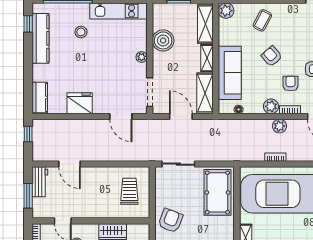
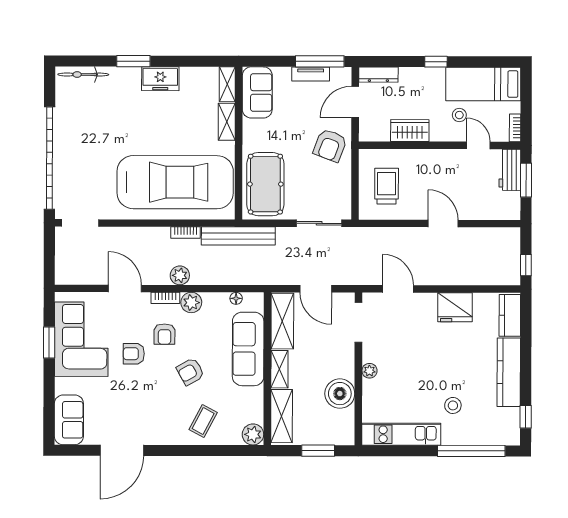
kitchen counter: (40, 38) -> (509, 372), moved
armchair: (272, 56) -> (190, 372), turned 102
bench: (237, 155) -> (238, 236), added
door: (70, 164) -> (443, 224), moved
workbench: (40, 182) -> (510, 170), moved
trolley: (129, 191) -> (387, 186), turned 180

